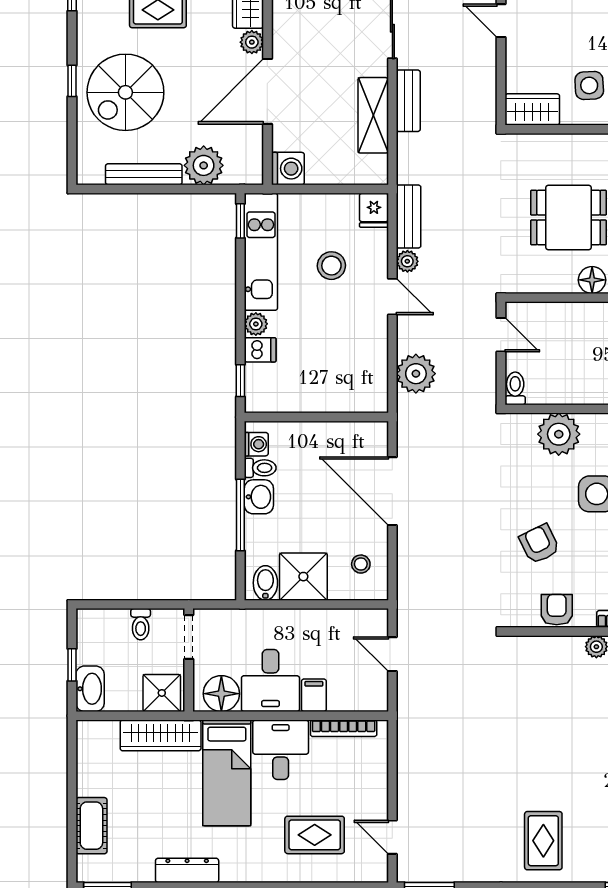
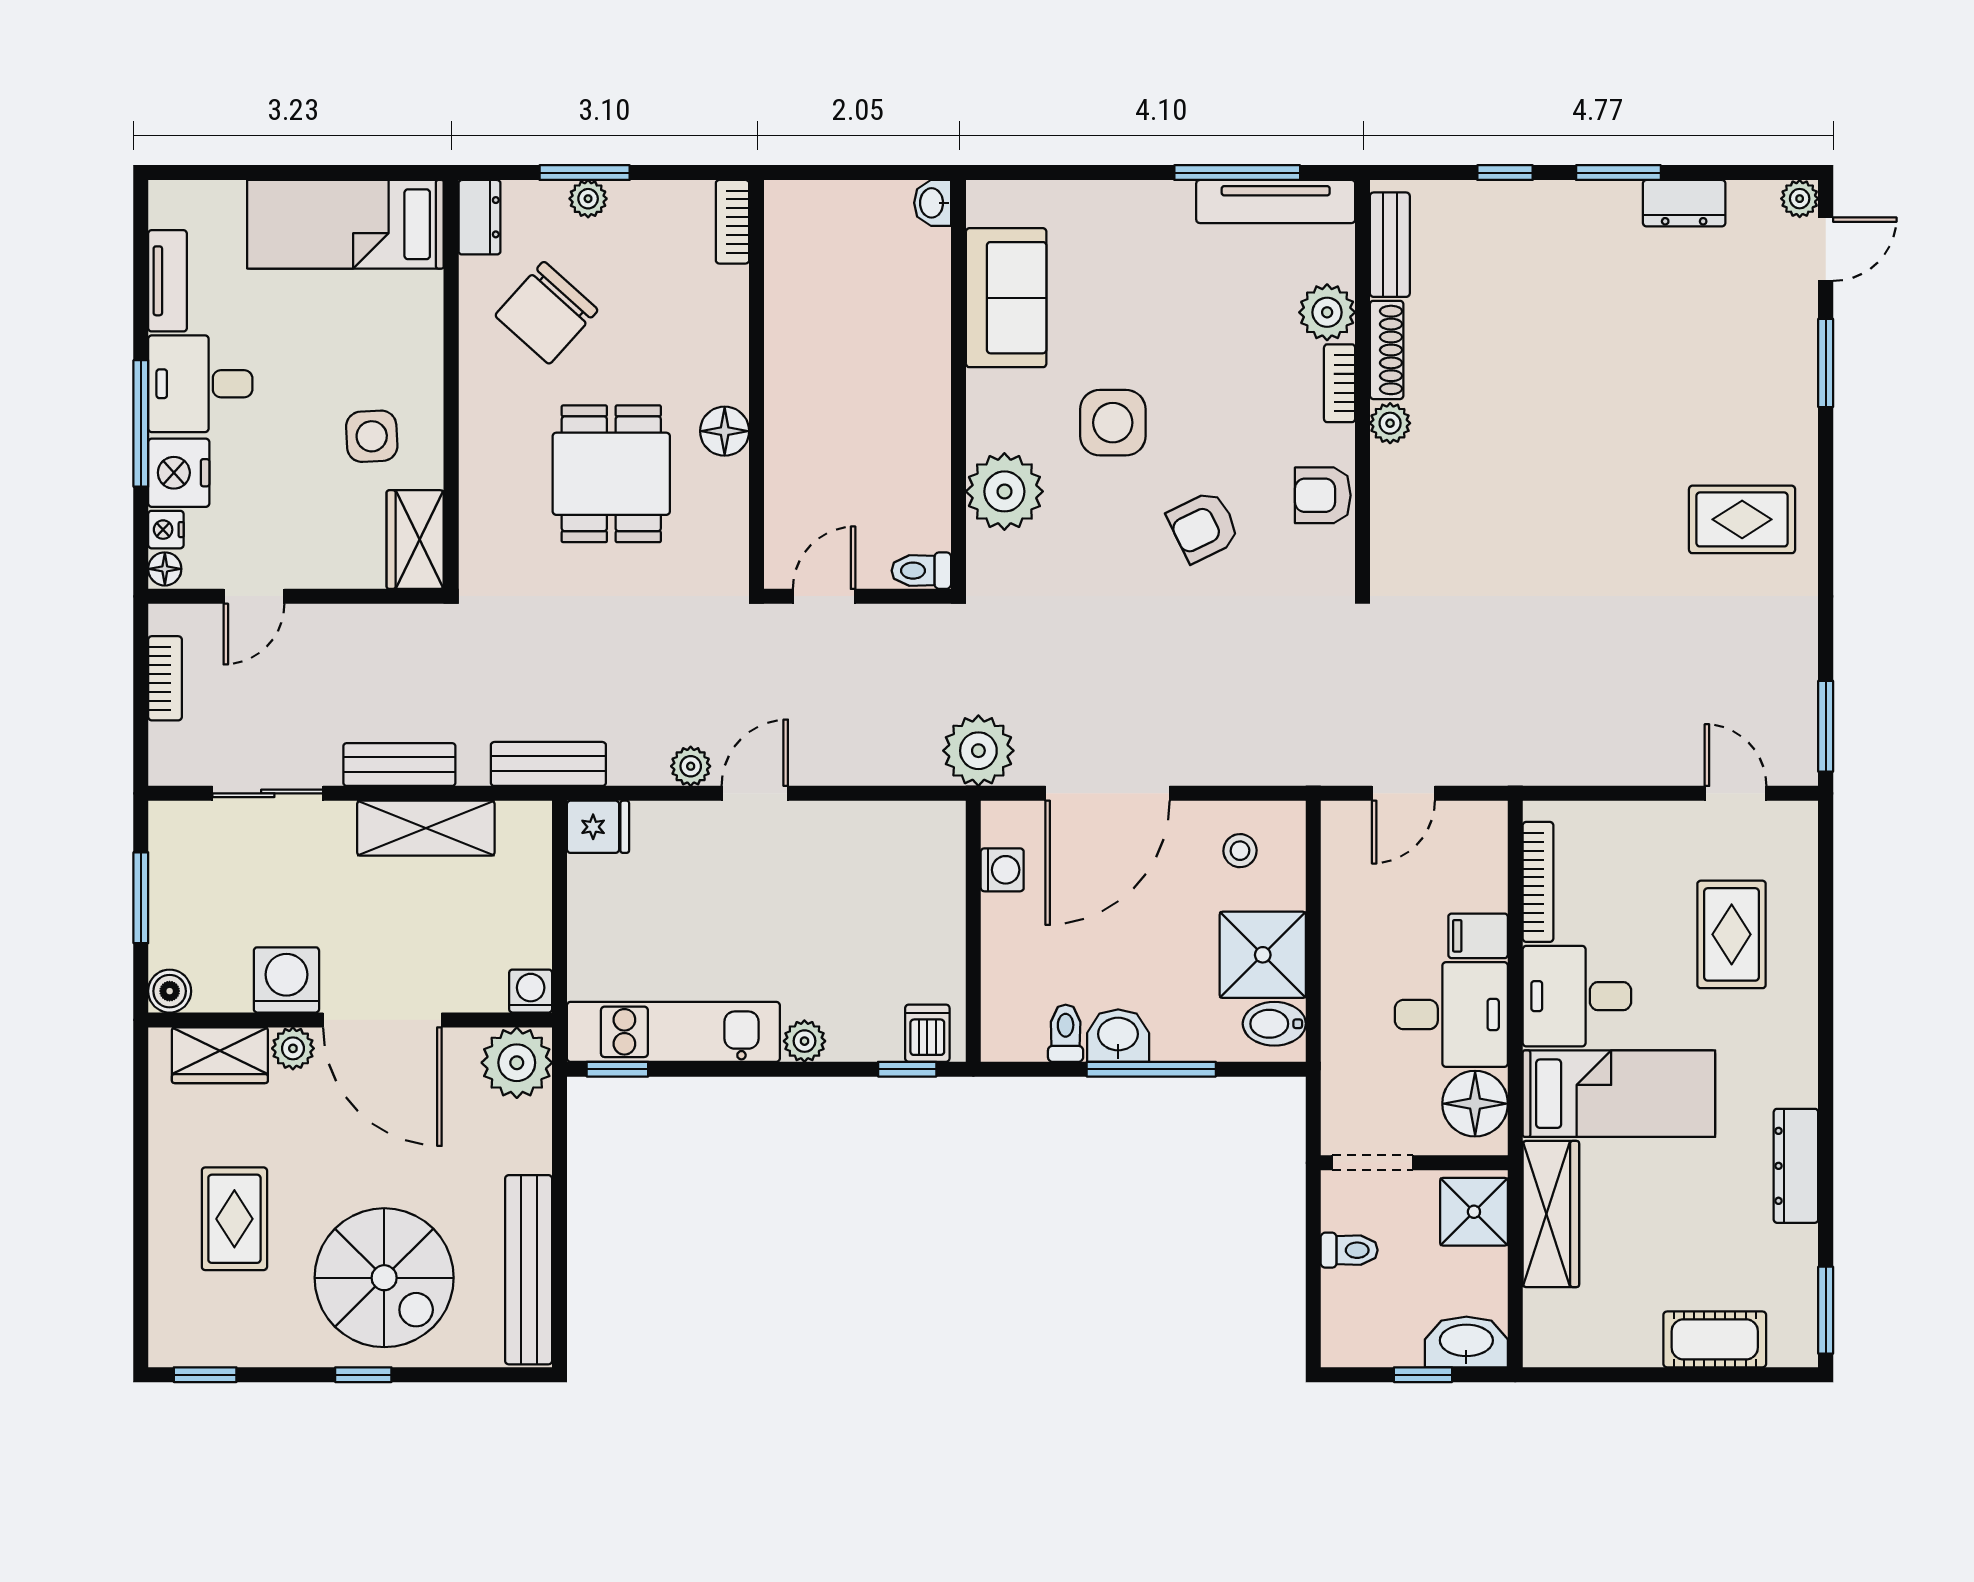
washing machine: (290, 38) -> (286, 980), added
plant: (204, 165) -> (517, 1063), moved
washing machine: (288, 169) -> (531, 991), width x0.73, depth x0.73
bench: (144, 174) -> (529, 1270), width x1.37, depth x1.21
bench: (409, 217) -> (548, 764), moved
stool: (331, 266) -> (698, 904), removed
dishwasher: (260, 350) -> (927, 1033), moved
plant: (416, 374) -> (978, 751), moved
washing machine: (256, 444) -> (1002, 870), moved, turned 90
door: (392, 837) -> (1736, 793), swing flipped

